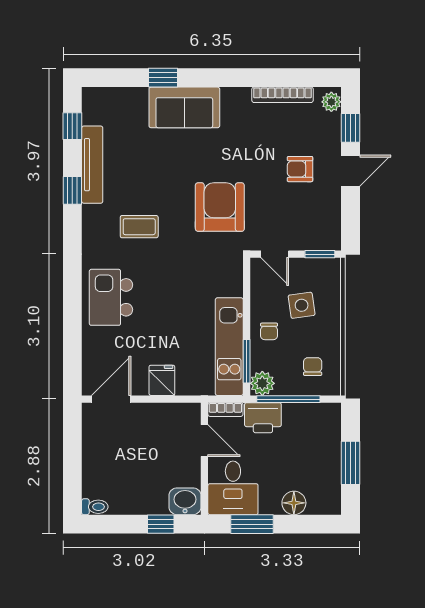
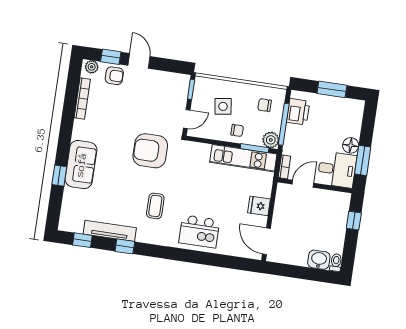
armchair: (300, 169) -> (114, 76), moved, turned -90
printer: (263, 418) -> (298, 112), moved
washbasin: (185, 501) -> (319, 260), moved, turned 90
floor lamp: (294, 503) -> (351, 145), moved

